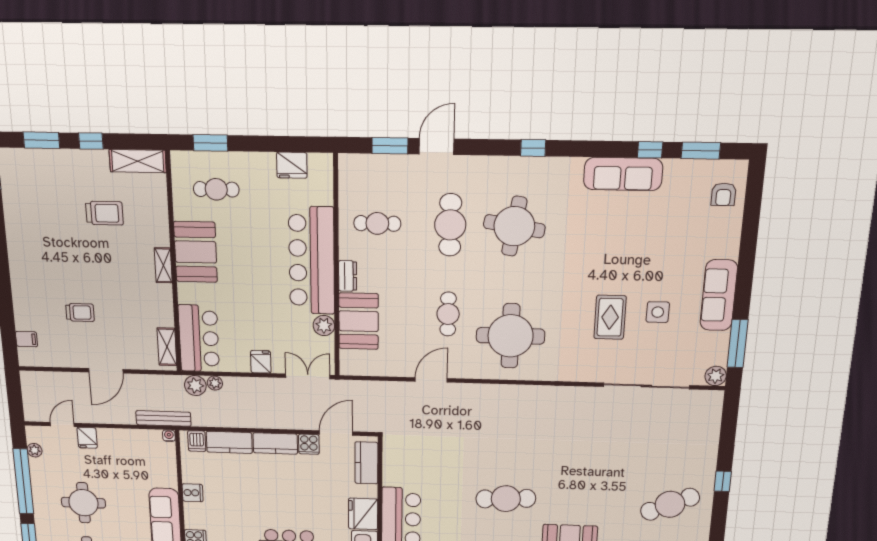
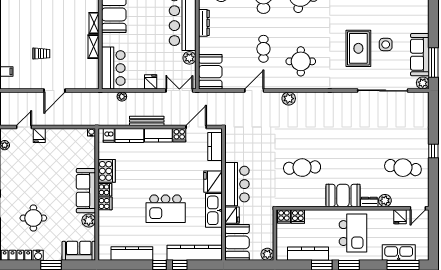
dresser: (348, 276) -> (204, 23), width x1.44
sofa: (719, 295) -> (420, 55), moved
rug: (610, 317) -> (358, 48), width x1.36, depth x1.43
booth: (359, 321) -> (210, 72), moved
round table: (511, 336) -> (301, 61), width x0.73, depth x0.73
shelving: (167, 347) -> (93, 47), moved
plant: (195, 386) -> (289, 99), moved
bench: (163, 418) -> (147, 121), moved
cooker: (193, 493) -> (107, 171), width x1.87, depth x1.31
round table: (83, 503) -> (33, 181), removed
cafe table: (670, 504) -> (403, 168), turned 33
cooker: (194, 519) -> (105, 190), added

